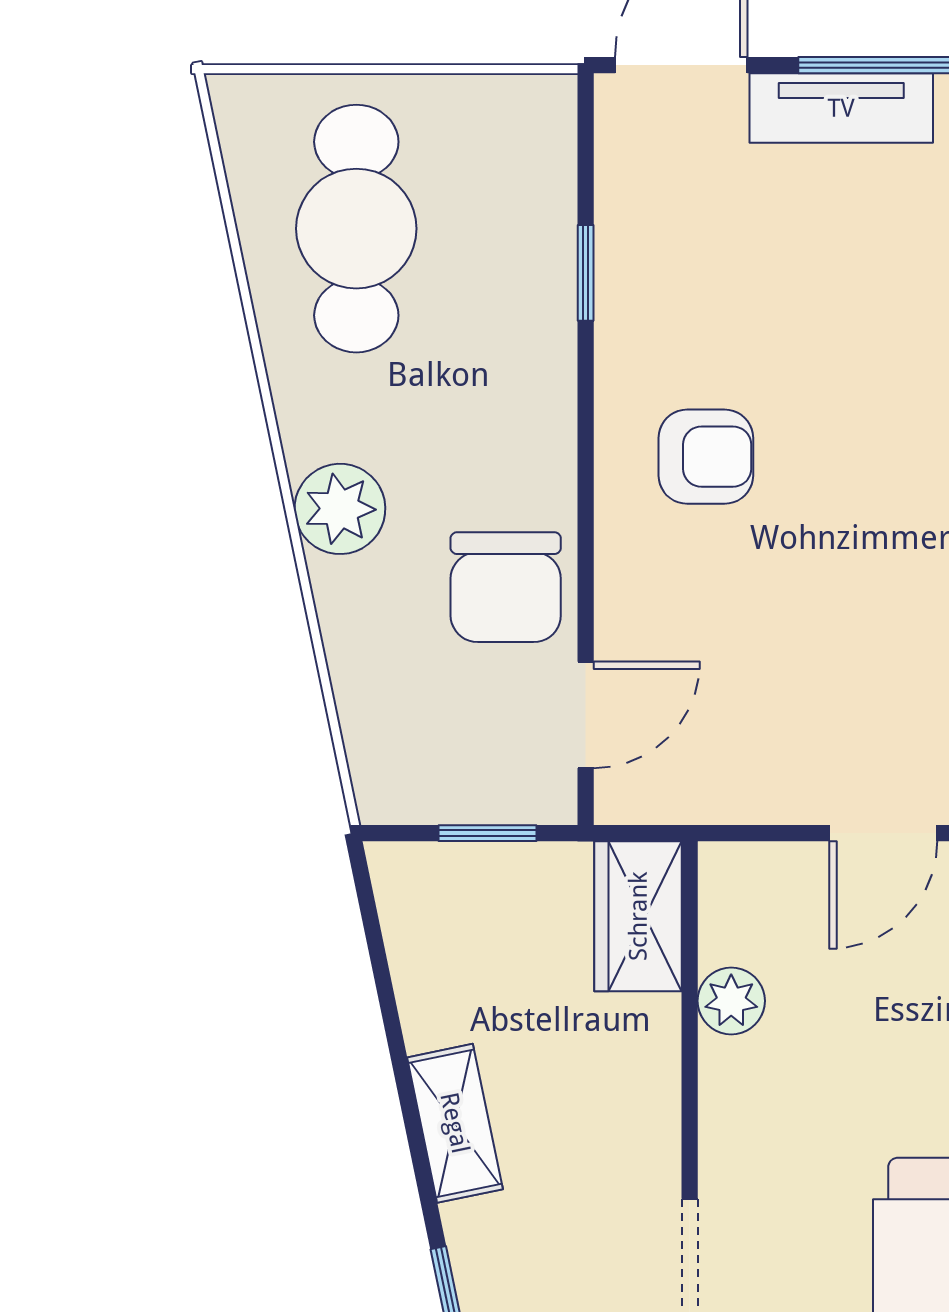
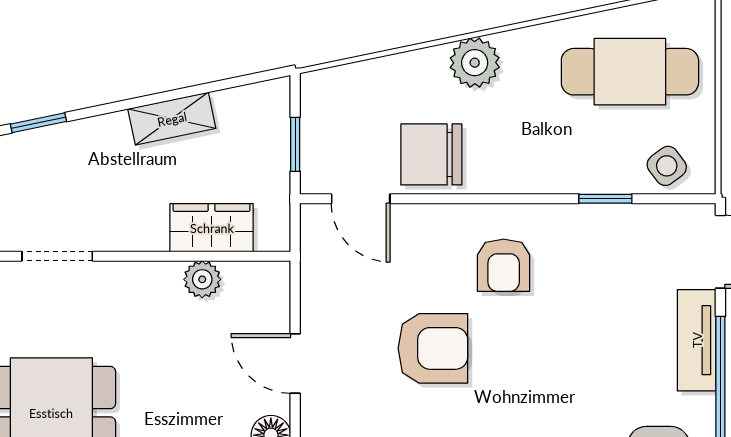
side table: (526, 162) -> (667, 166), added
armchair: (856, 584) -> (433, 348), added
wardrobe: (638, 916) -> (212, 228), moved
shelving: (455, 1123) -> (172, 119), moved

